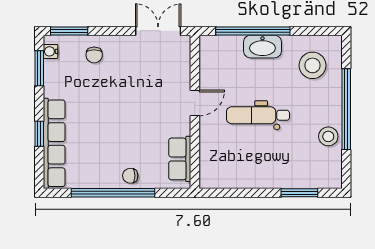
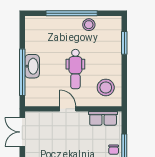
stool: (312, 65) -> (106, 87), moved

